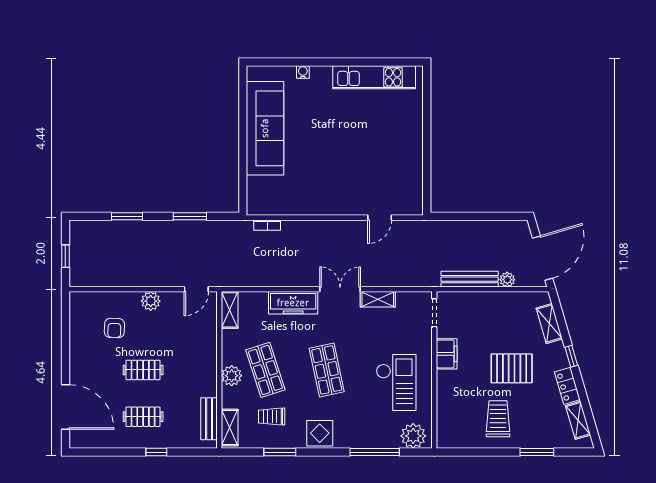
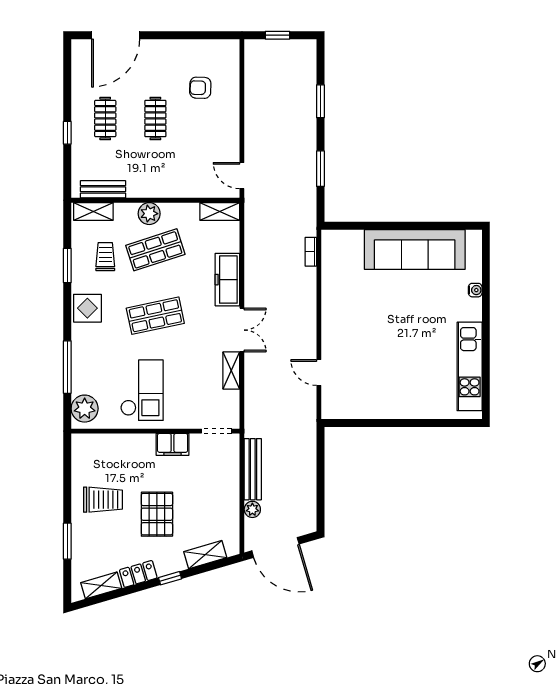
plant: (151, 301) -> (229, 127), removed
checkout: (396, 382) -> (142, 390), turned -90

